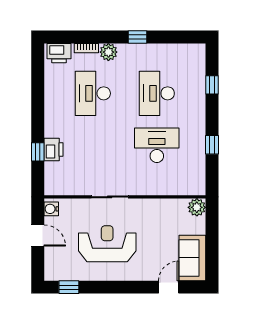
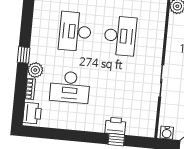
window: (138, 37) -> (24, 55), moved
desk: (157, 93) -> (75, 32), turned 90
desk: (157, 145) -> (120, 36), turned 180

